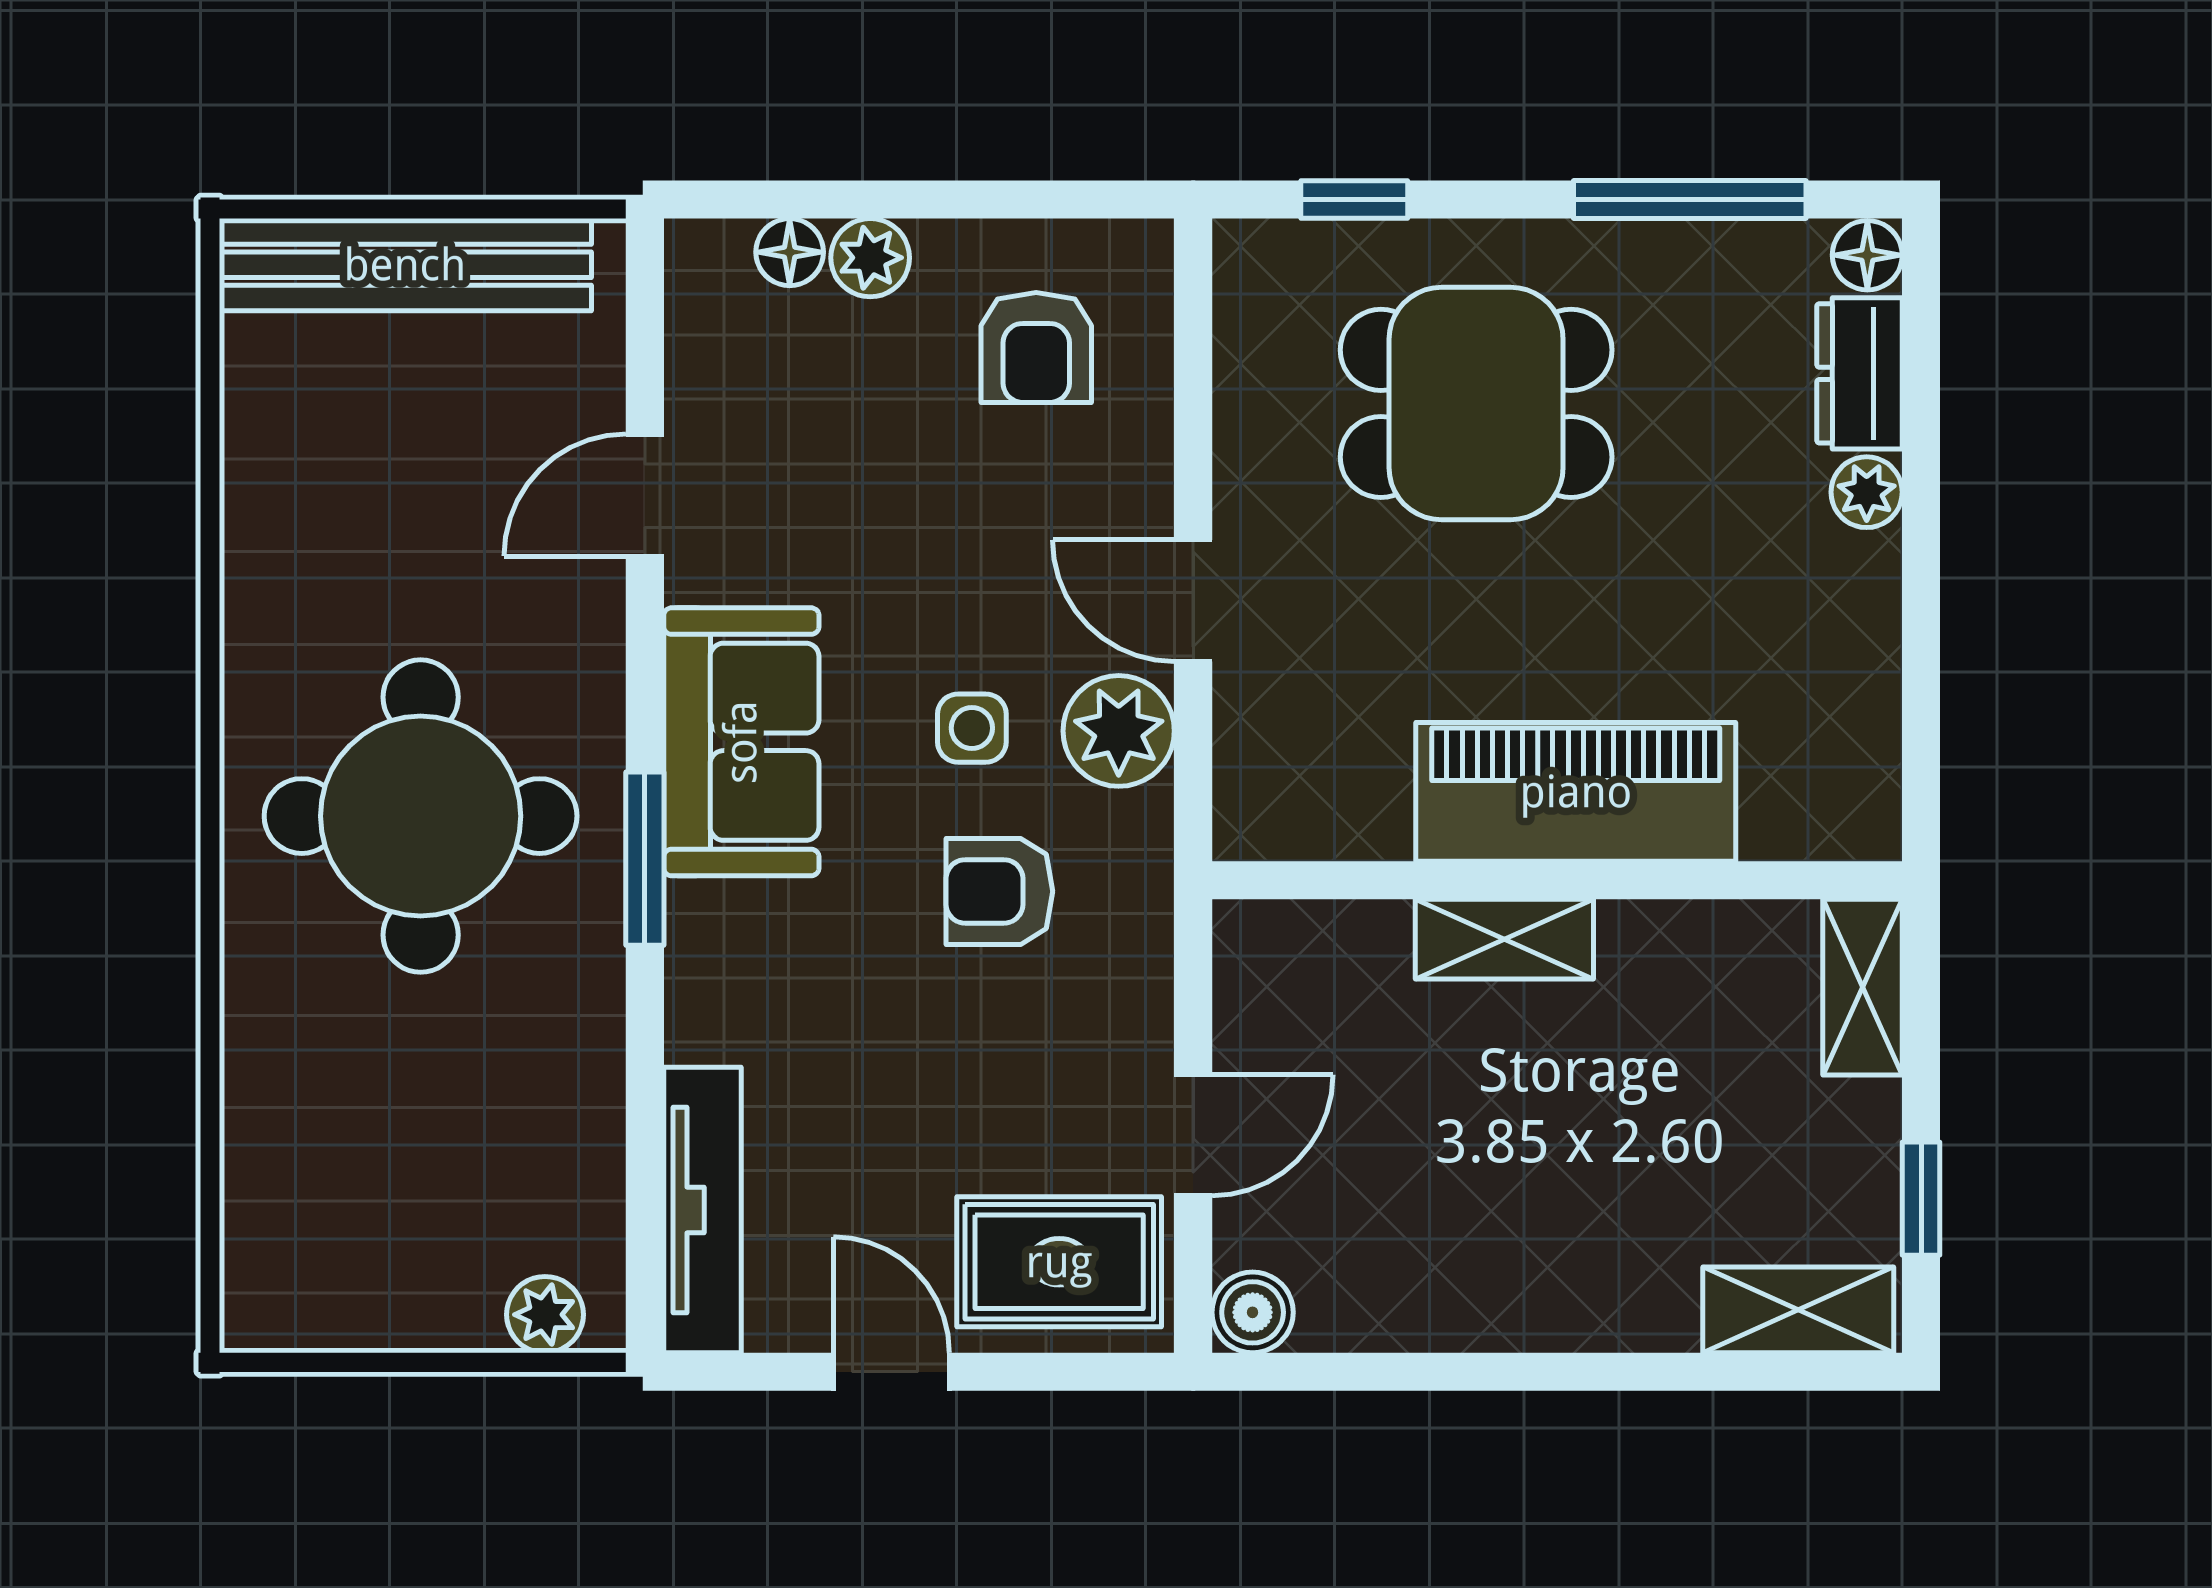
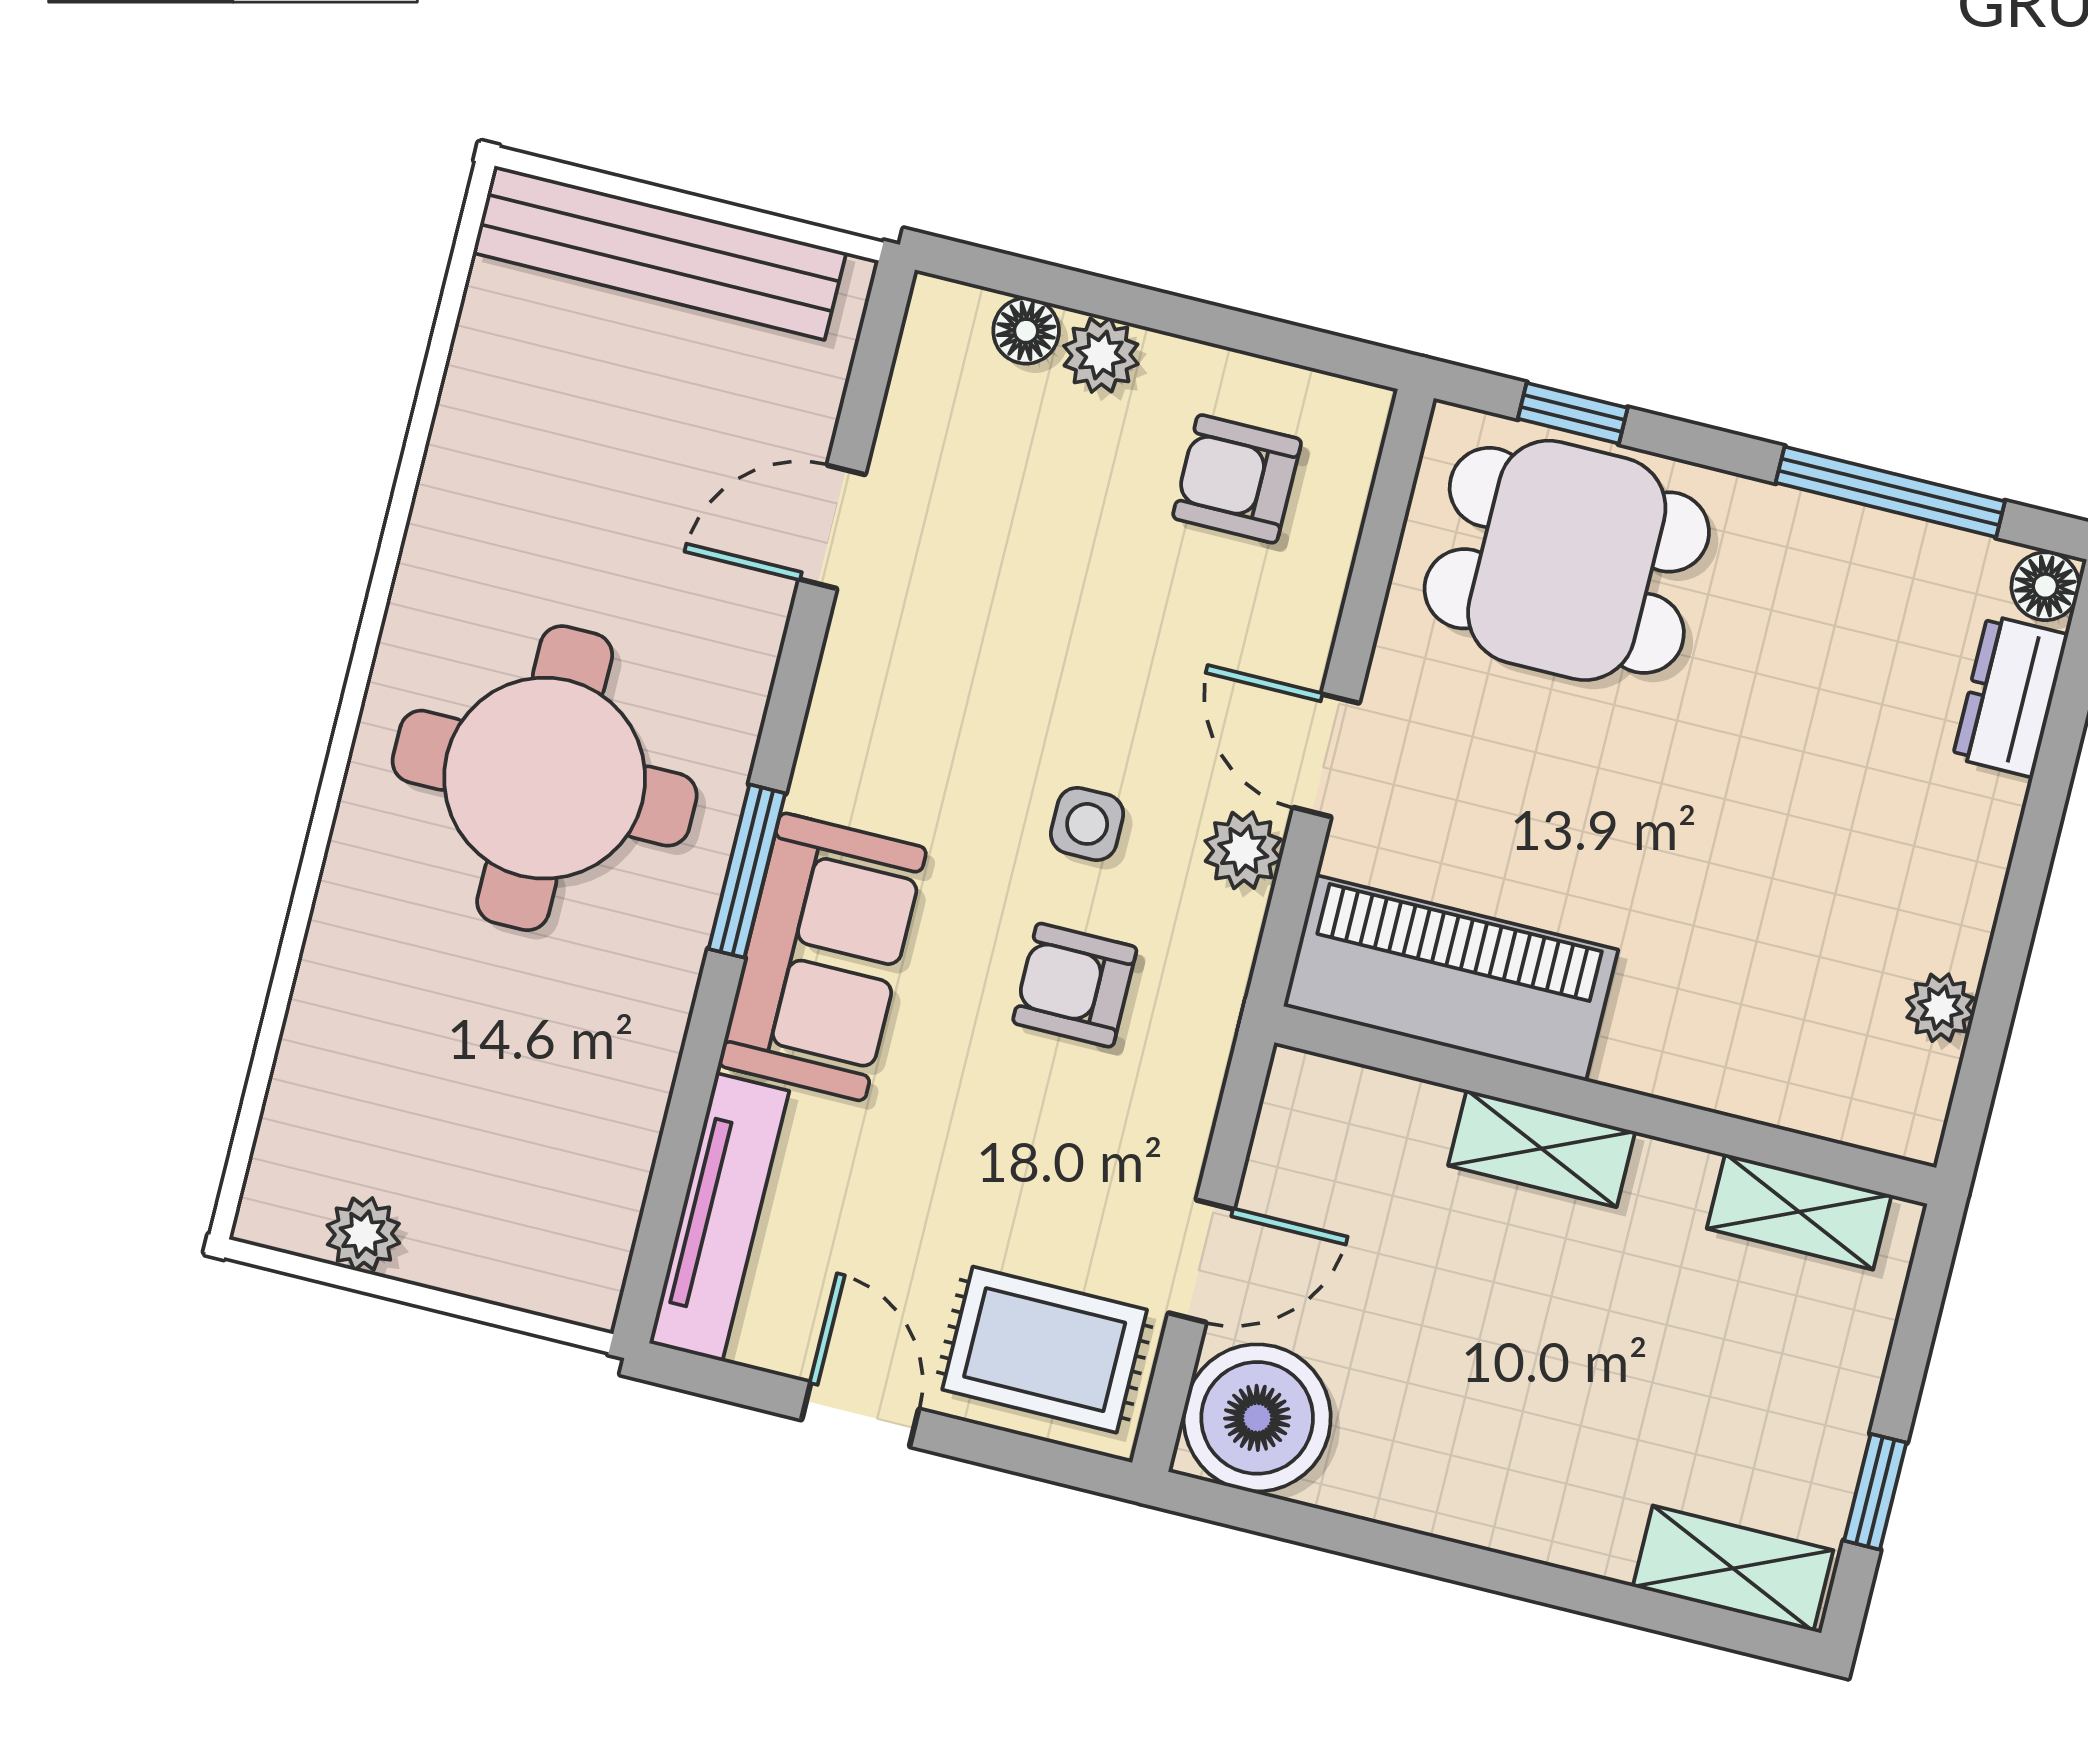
armchair: (1036, 348) -> (1237, 479), turned 90
dining table: (1476, 403) -> (1567, 560), moved
plant: (1867, 492) -> (1940, 1008), moved
plant: (1119, 731) -> (1243, 850), width x0.73, depth x0.73
sofa: (741, 742) -> (823, 957), moved
piano: (1576, 792) -> (1451, 978), moved
shelving: (1863, 987) -> (1799, 1212), moved, turned 90
boiler: (1253, 1312) -> (1257, 1418), width x1.86, depth x1.86
plant: (545, 1315) -> (363, 1234), moved

